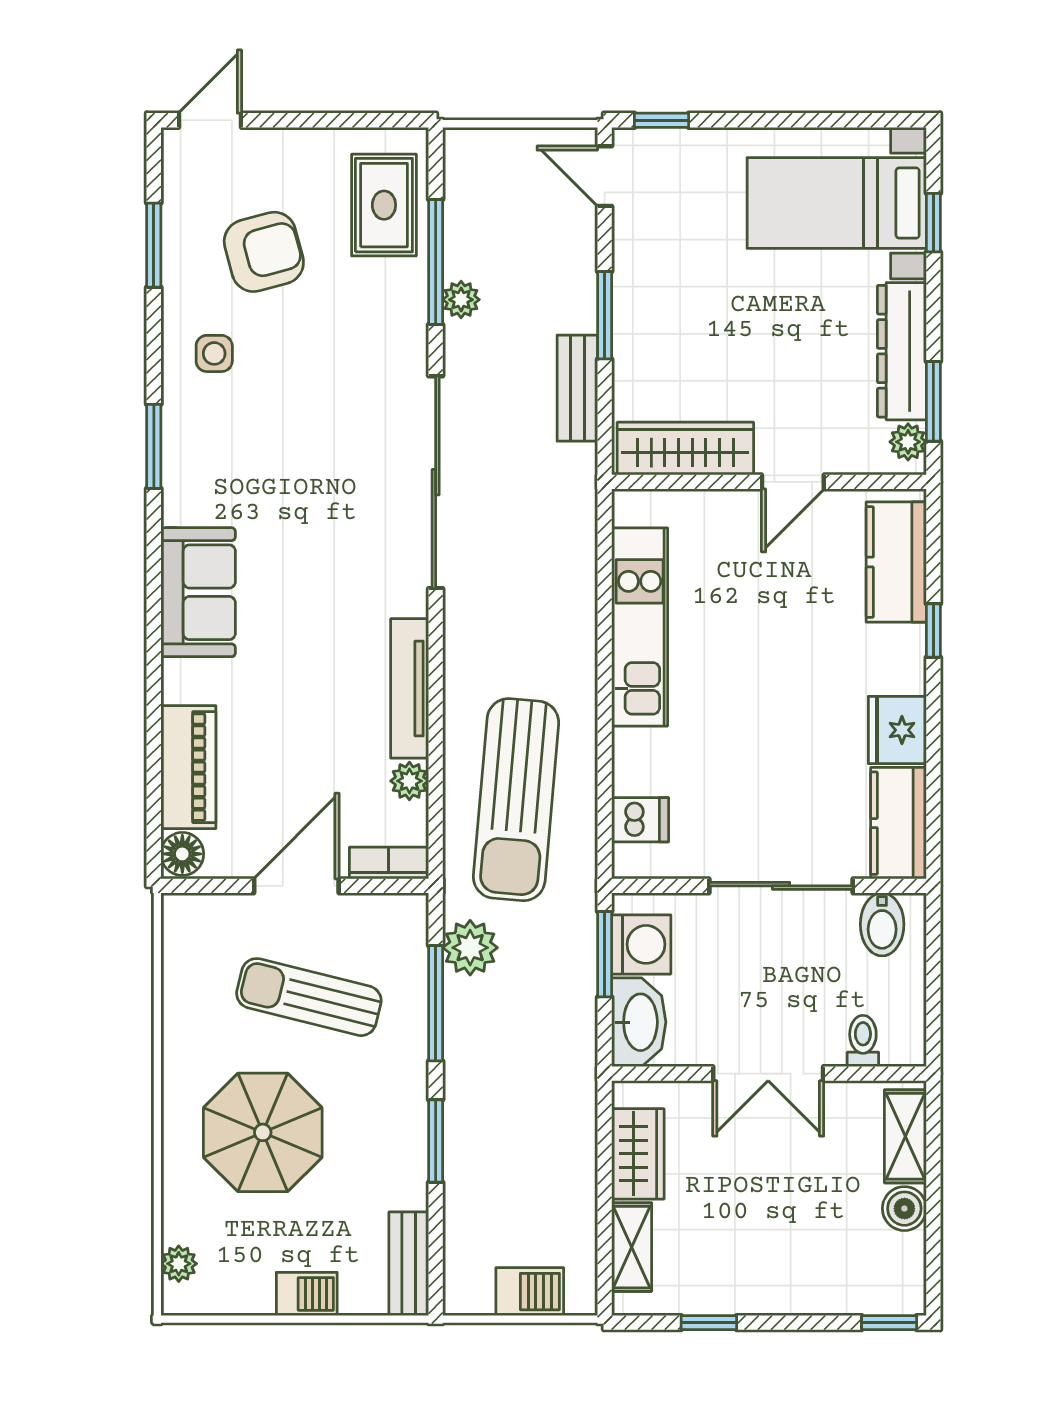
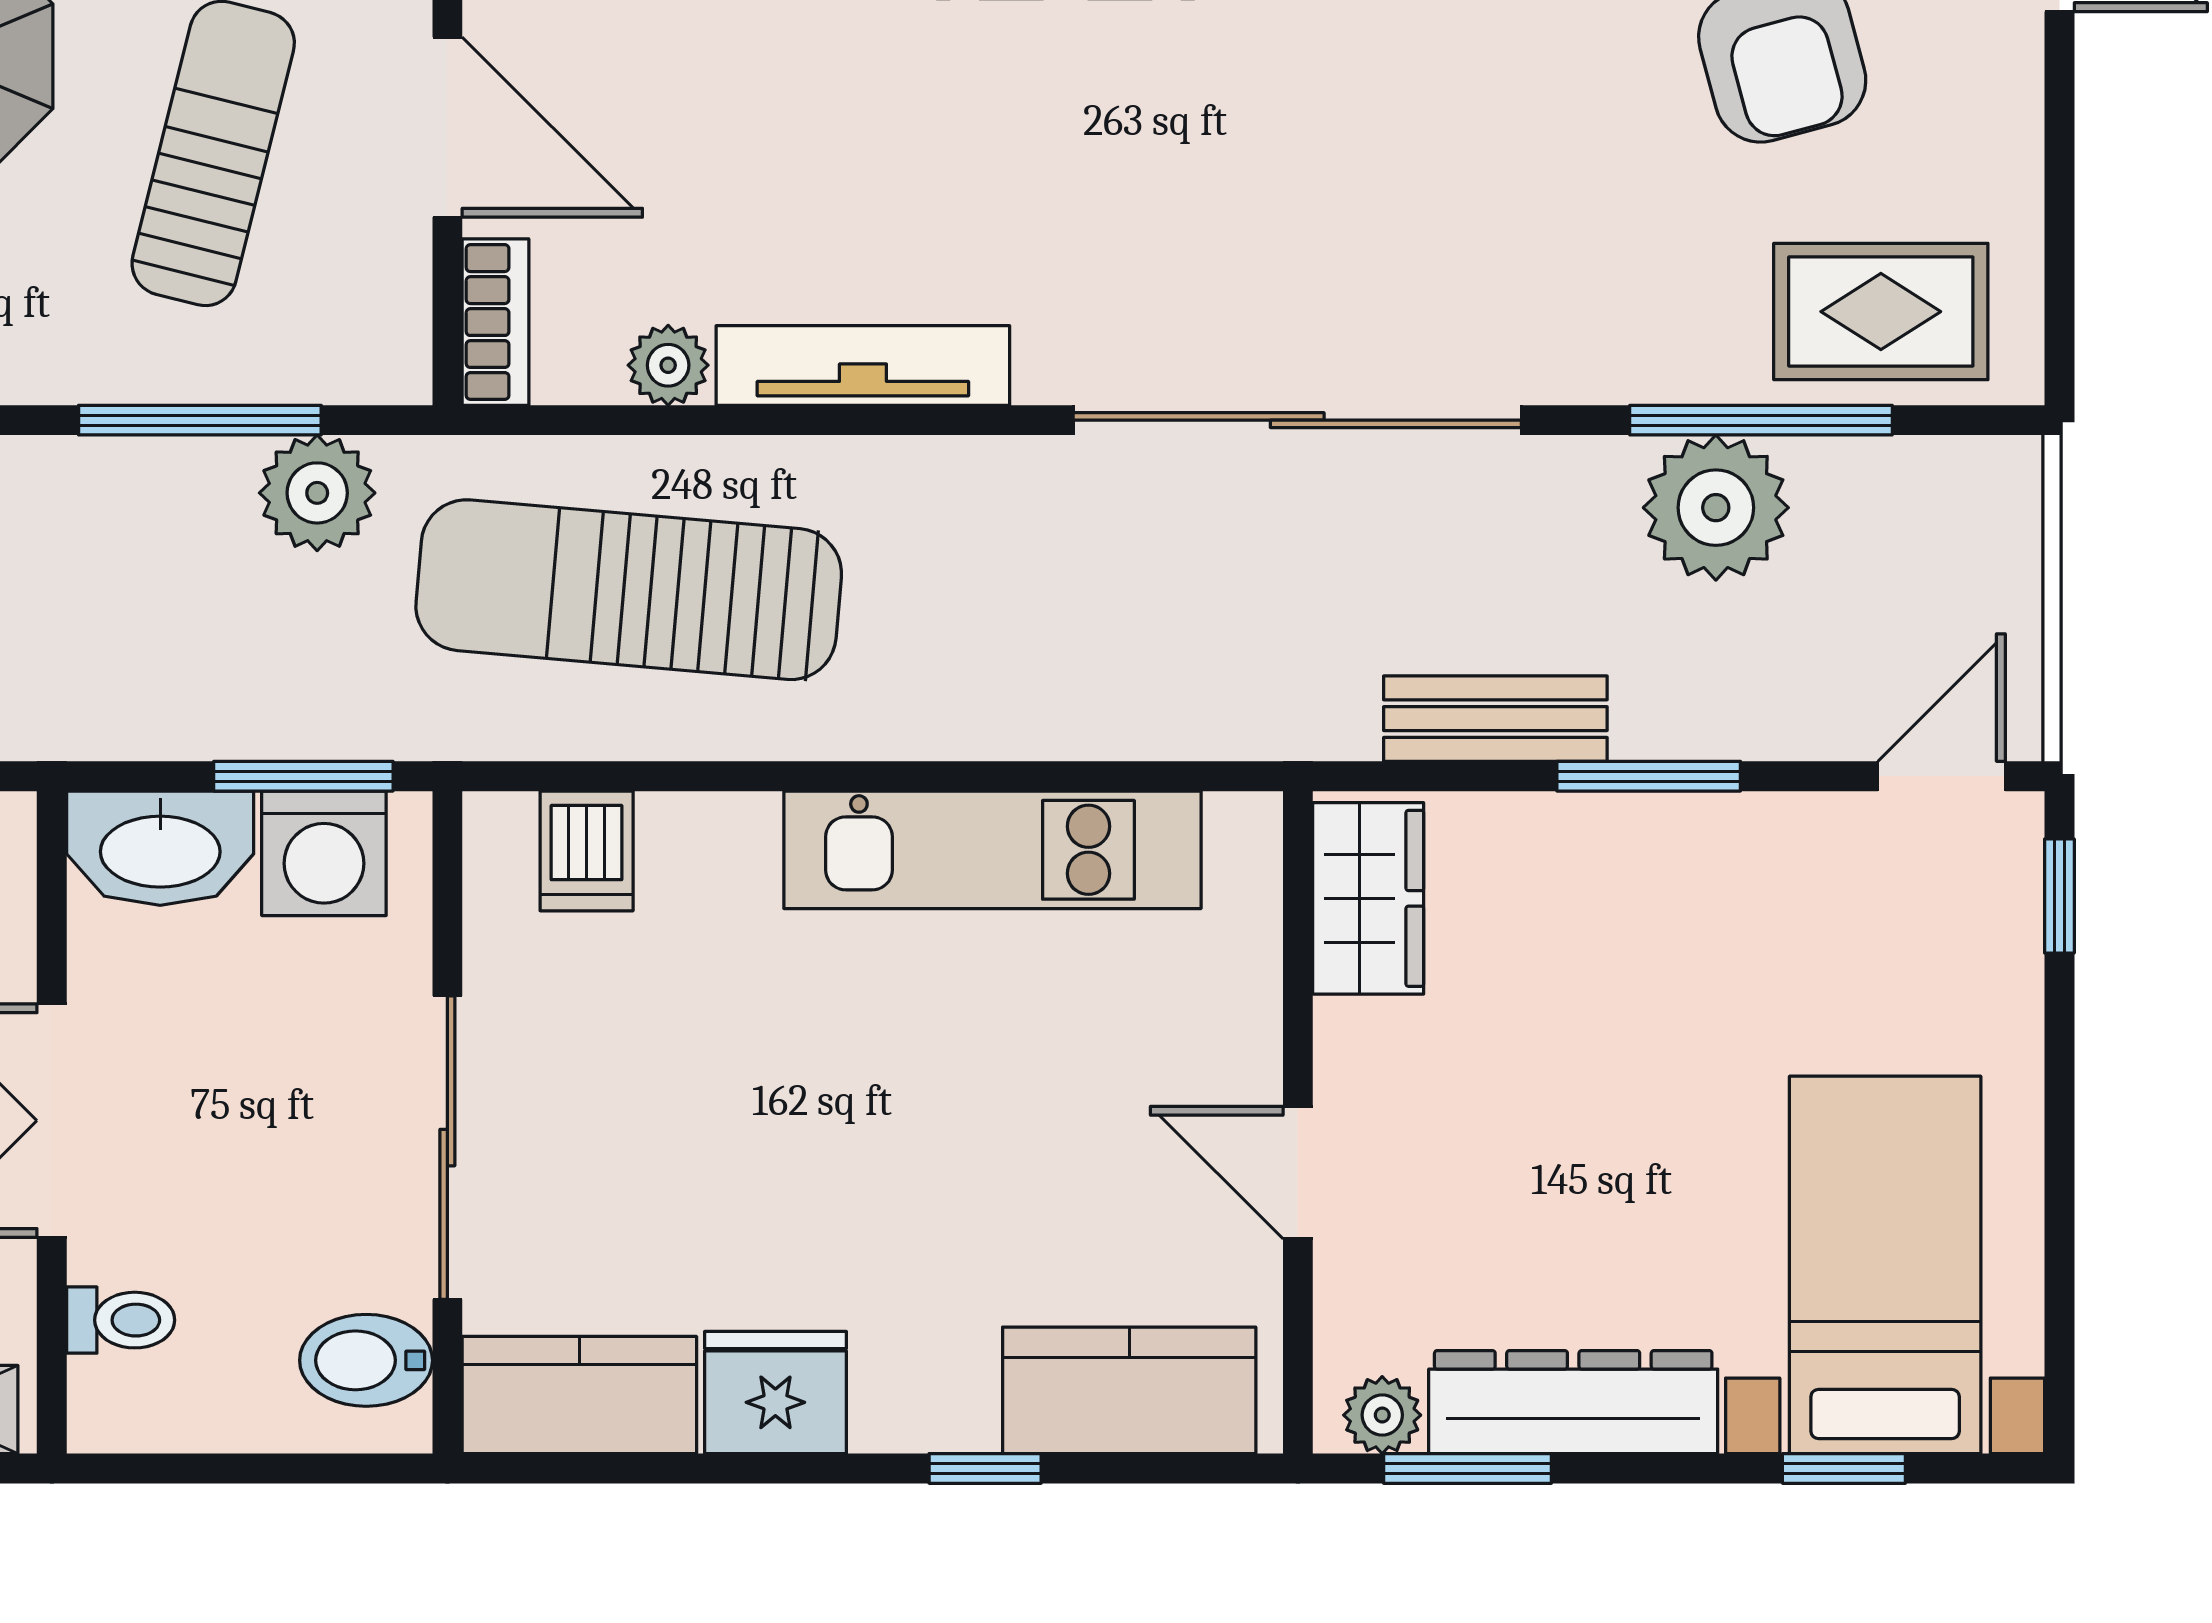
plant: (461, 300) -> (1716, 508), width x1.87, depth x1.87
wardrobe: (685, 448) -> (1368, 898), width x0.67

